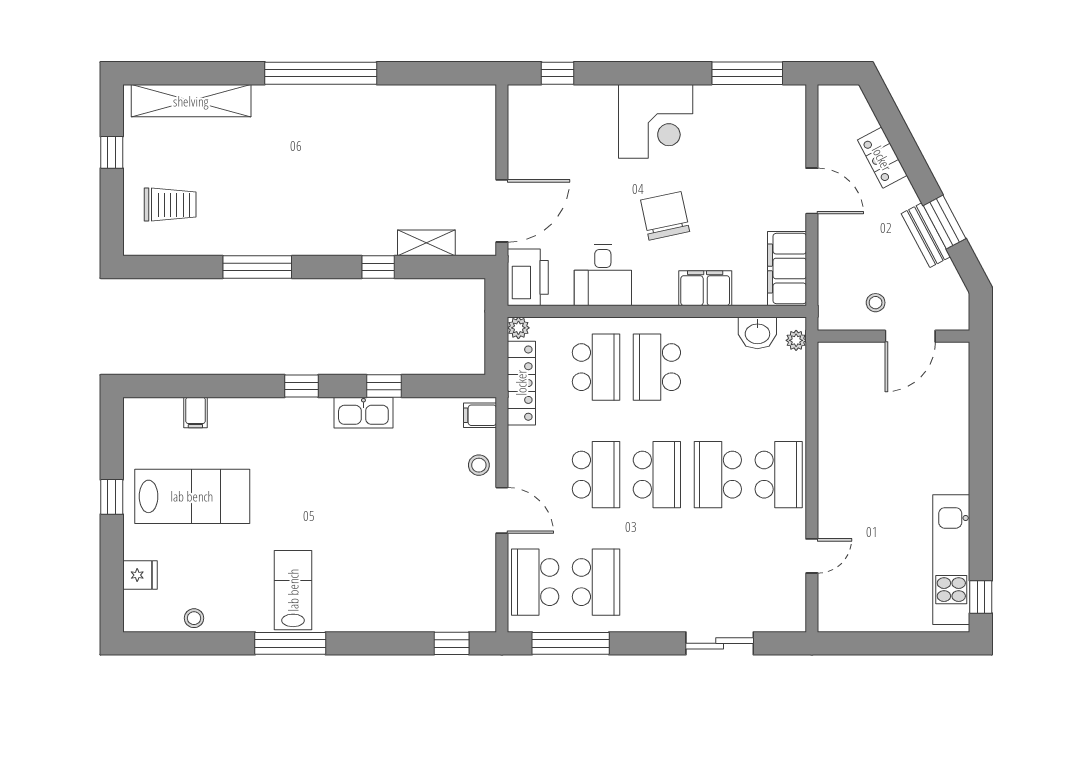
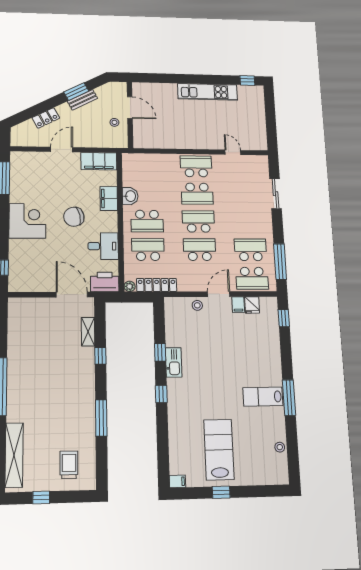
washbasin: (757, 333) -> (130, 196), moved
plant: (796, 340) -> (133, 158), removed
filing cabinet: (195, 413) -> (177, 481), moved
filing cabinet: (480, 415) -> (238, 305), moved
kitchen unit: (951, 560) -> (207, 92), moved
fridge: (140, 575) -> (252, 305), moved, turned 180

